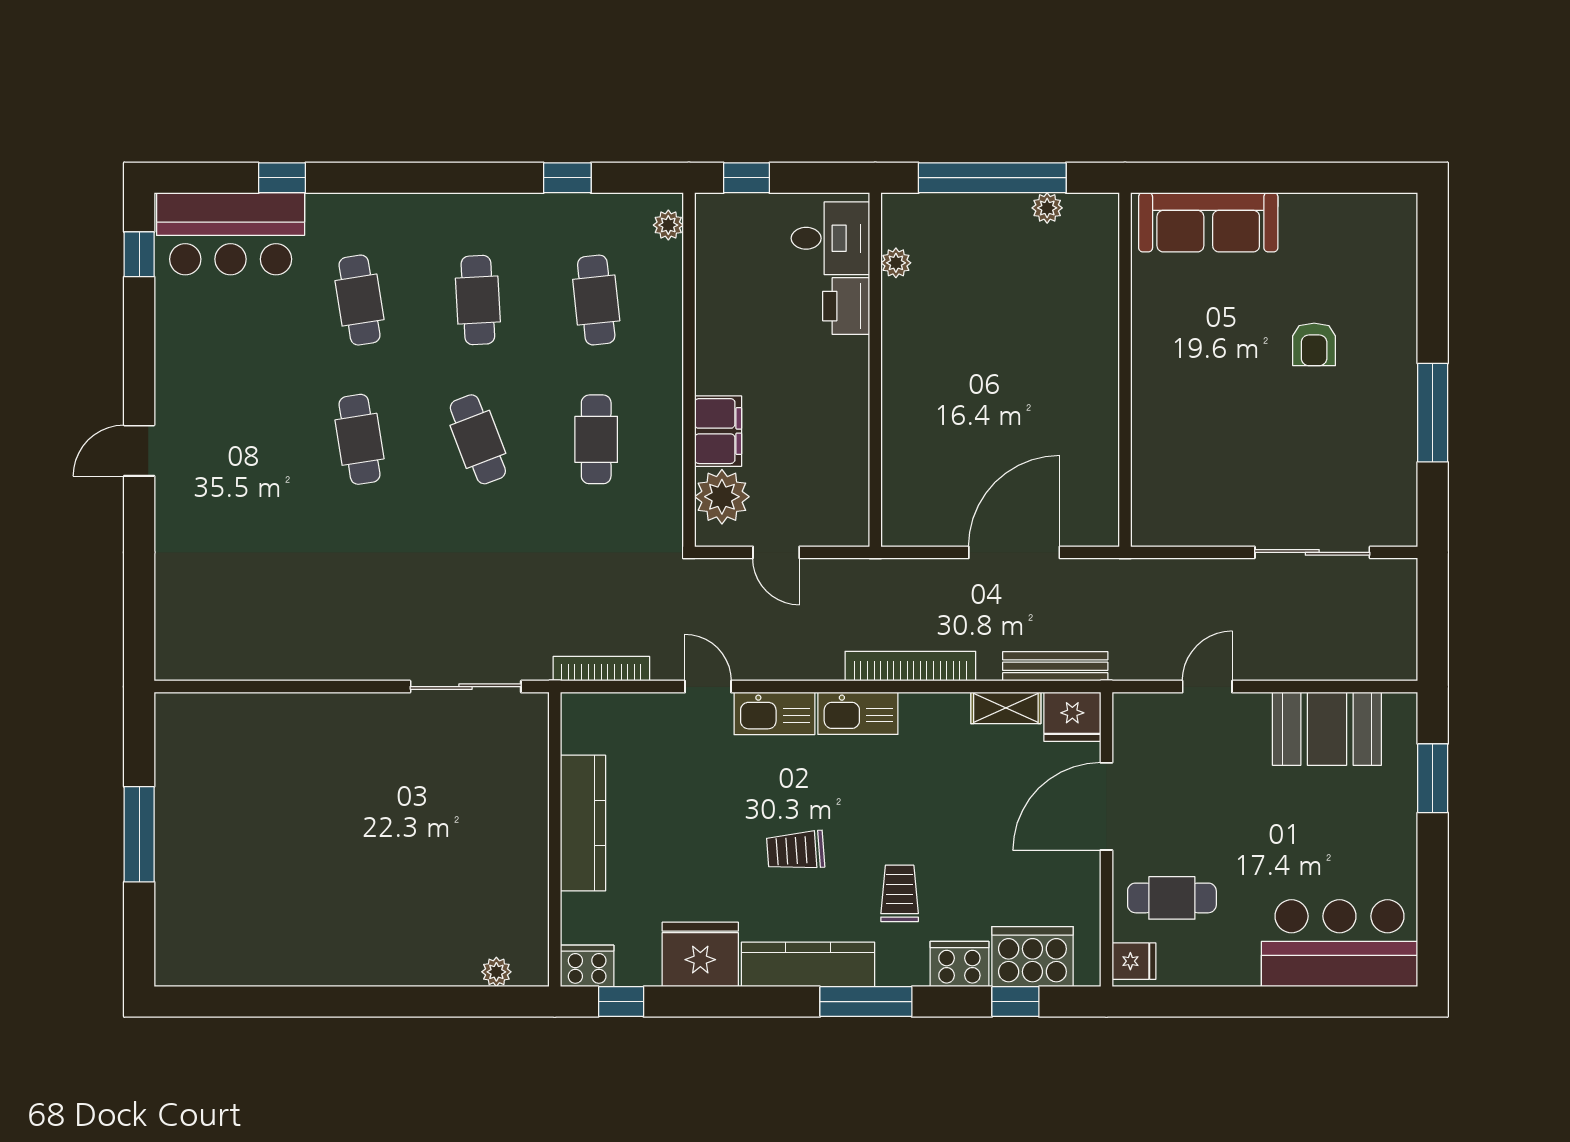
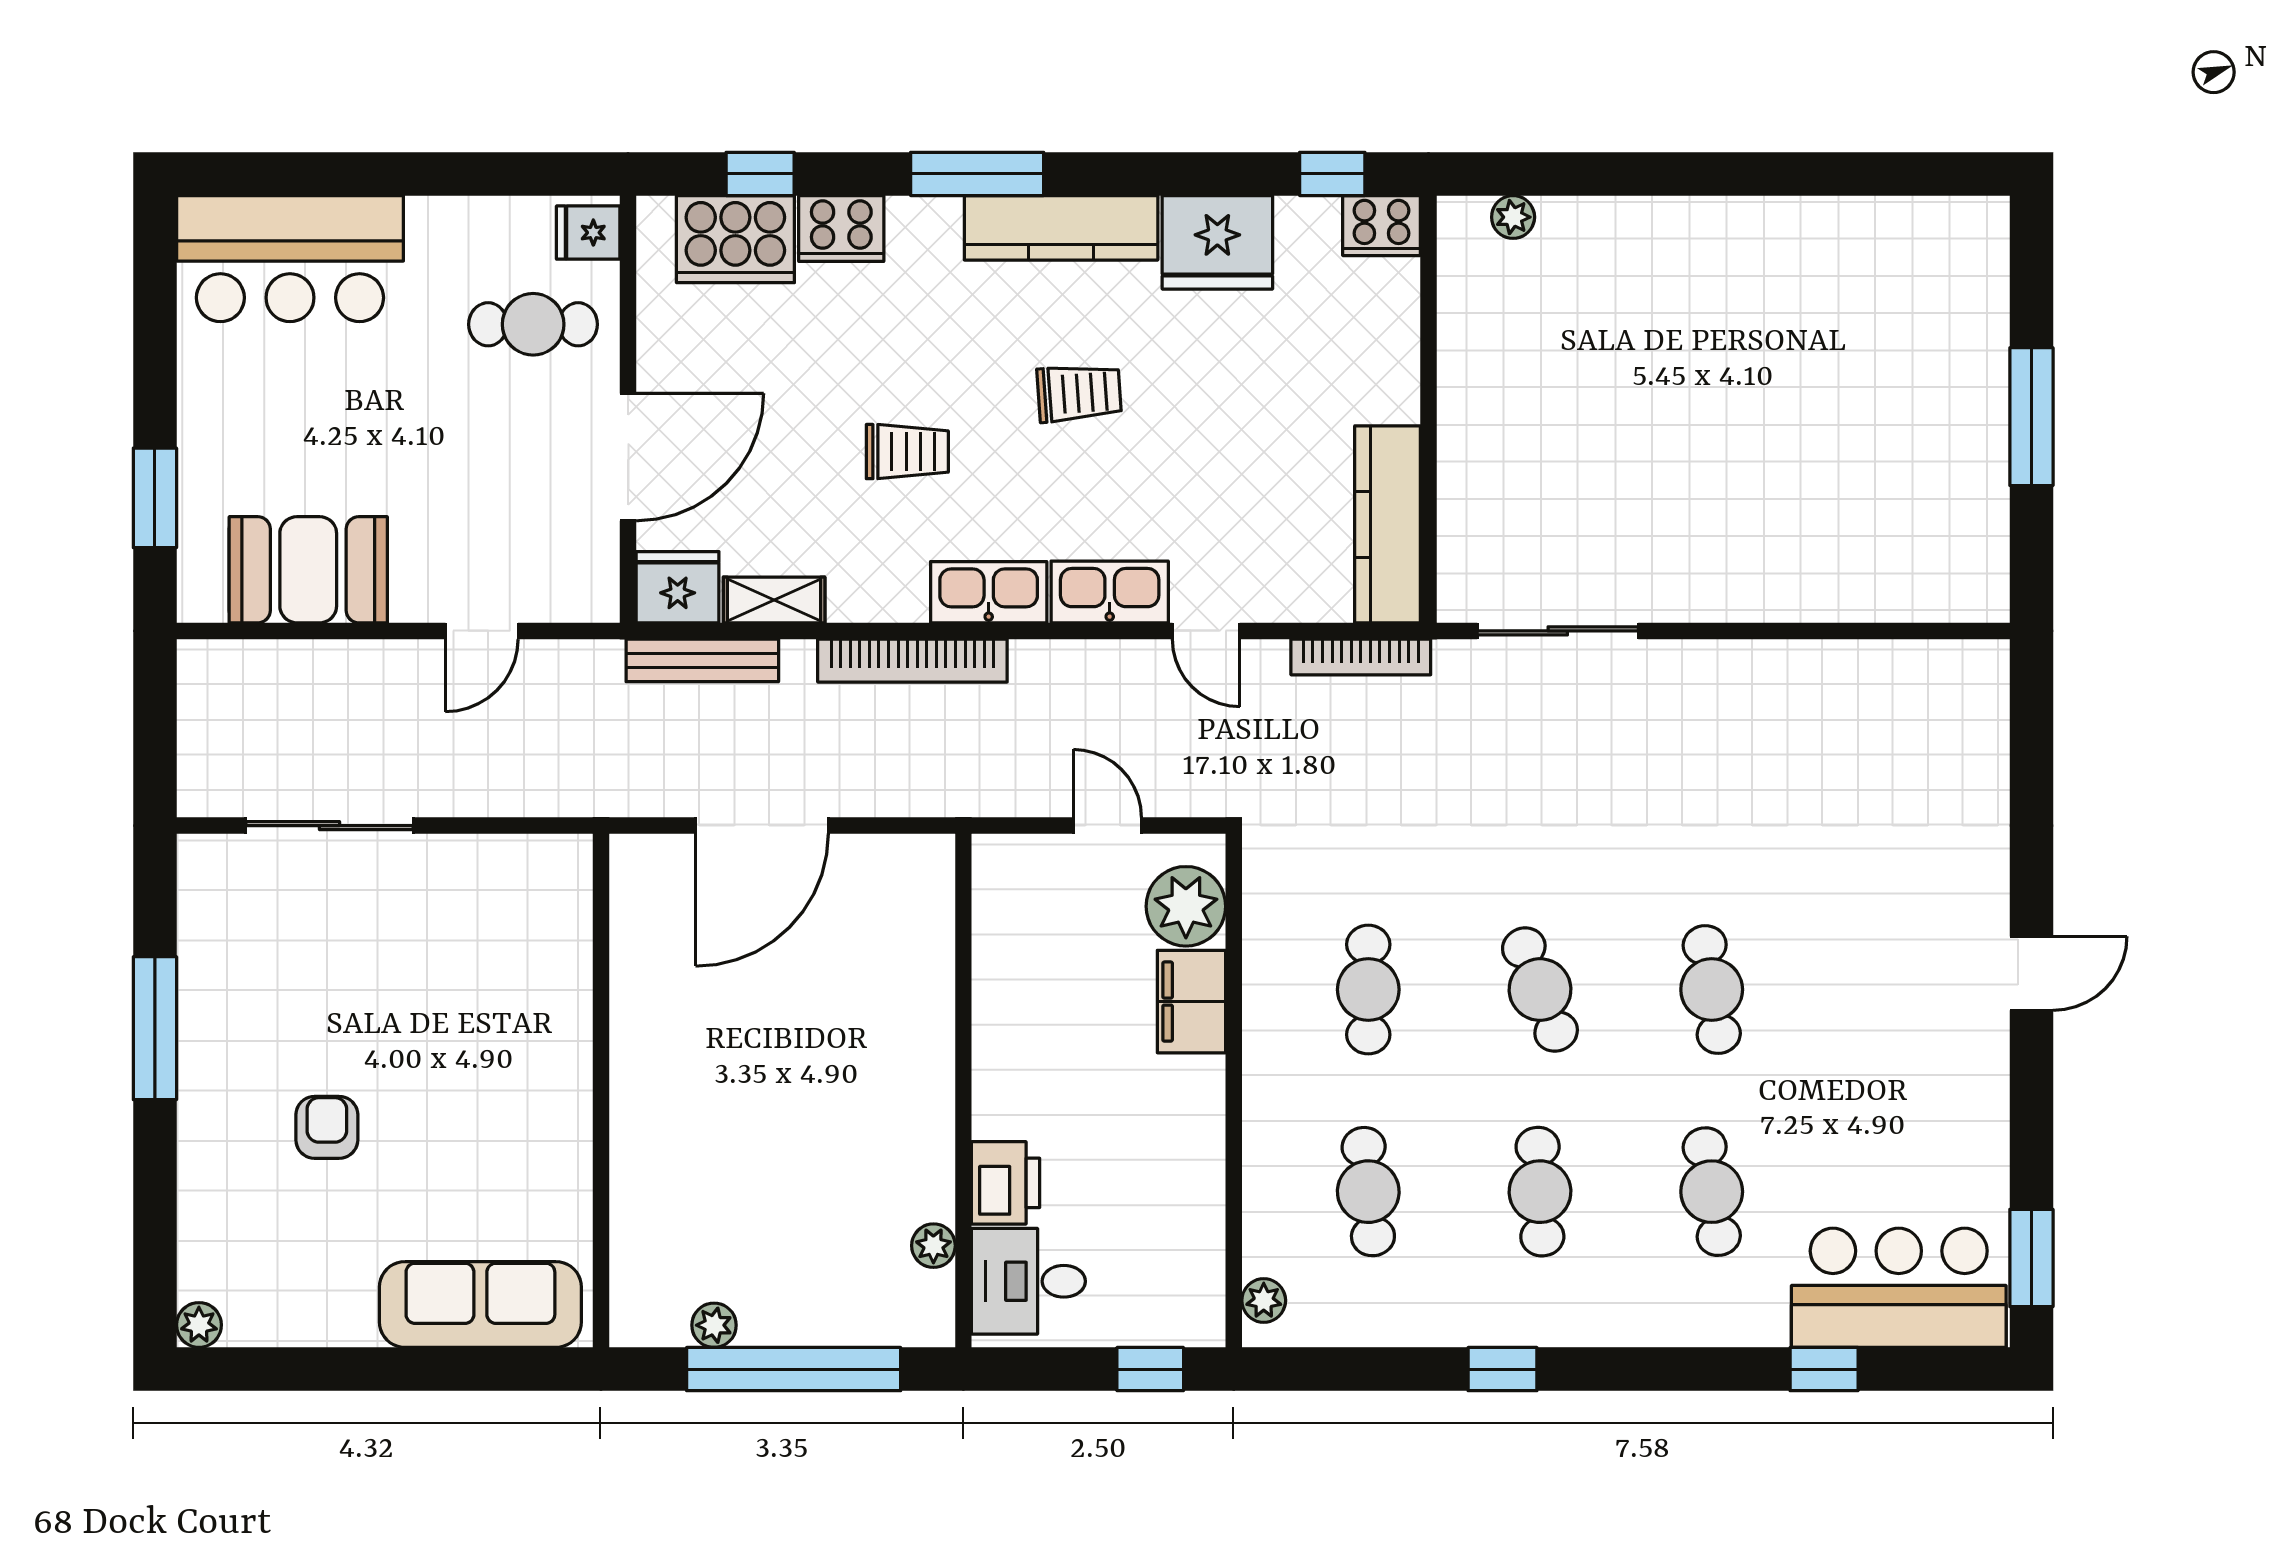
window: (567, 178) -> (1503, 1369), moved
plant: (1402, 208) -> (199, 1325), added
window: (139, 254) -> (2031, 1258), width x1.50
kitchen counter: (583, 823) -> (1388, 524), moved
trolley: (900, 893) -> (907, 452), moved, turned -90

